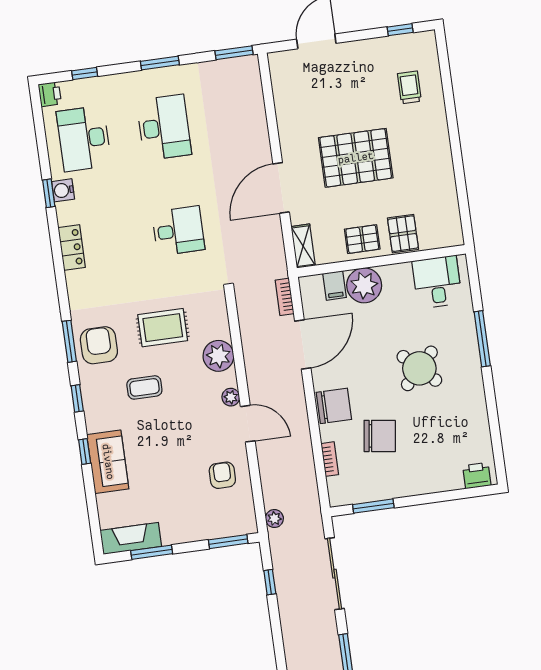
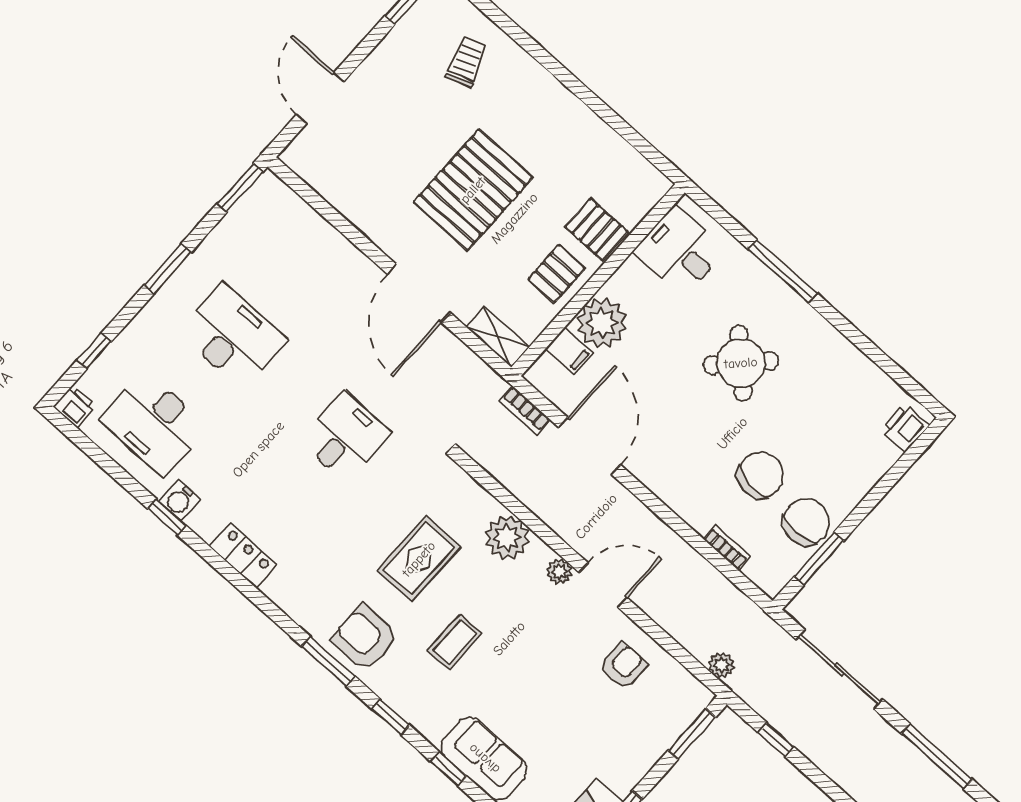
trolley: (409, 87) -> (466, 62), turned 70
chair: (334, 406) -> (806, 522), moved
armchair: (222, 475) -> (623, 666), turned 90

